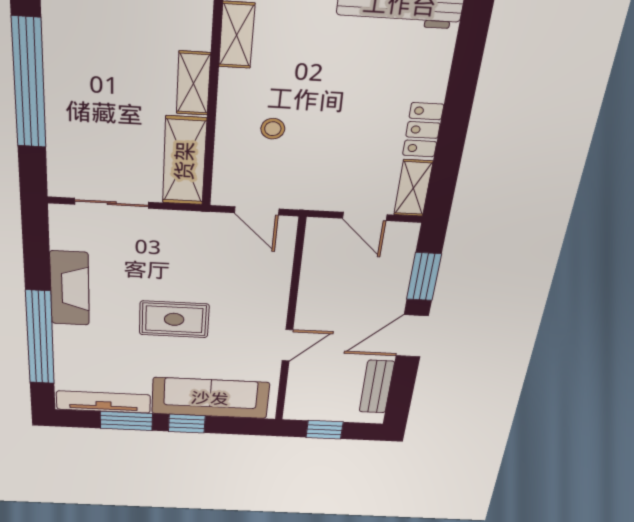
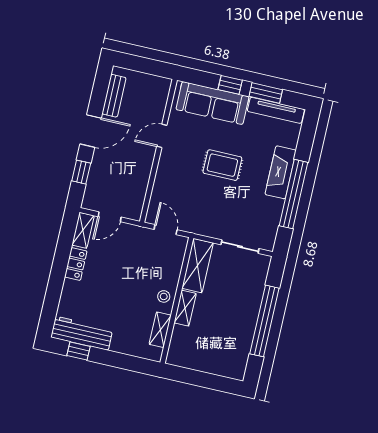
stool: (273, 129) -> (164, 296), moved
door: (365, 217) -> (110, 217), swing flipped
window: (424, 277) -> (81, 172), width x0.67
fireplace: (70, 288) -> (281, 172), moved
window: (40, 338) -> (294, 194), moved
window: (325, 430) -> (148, 66), removed

